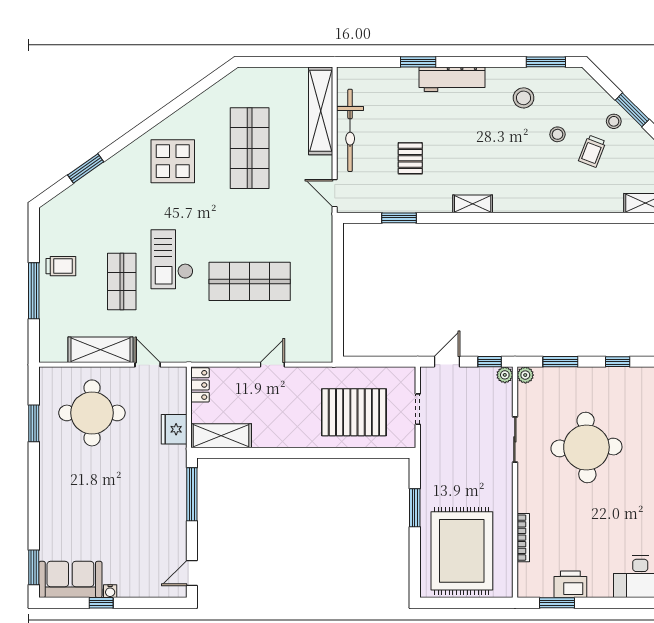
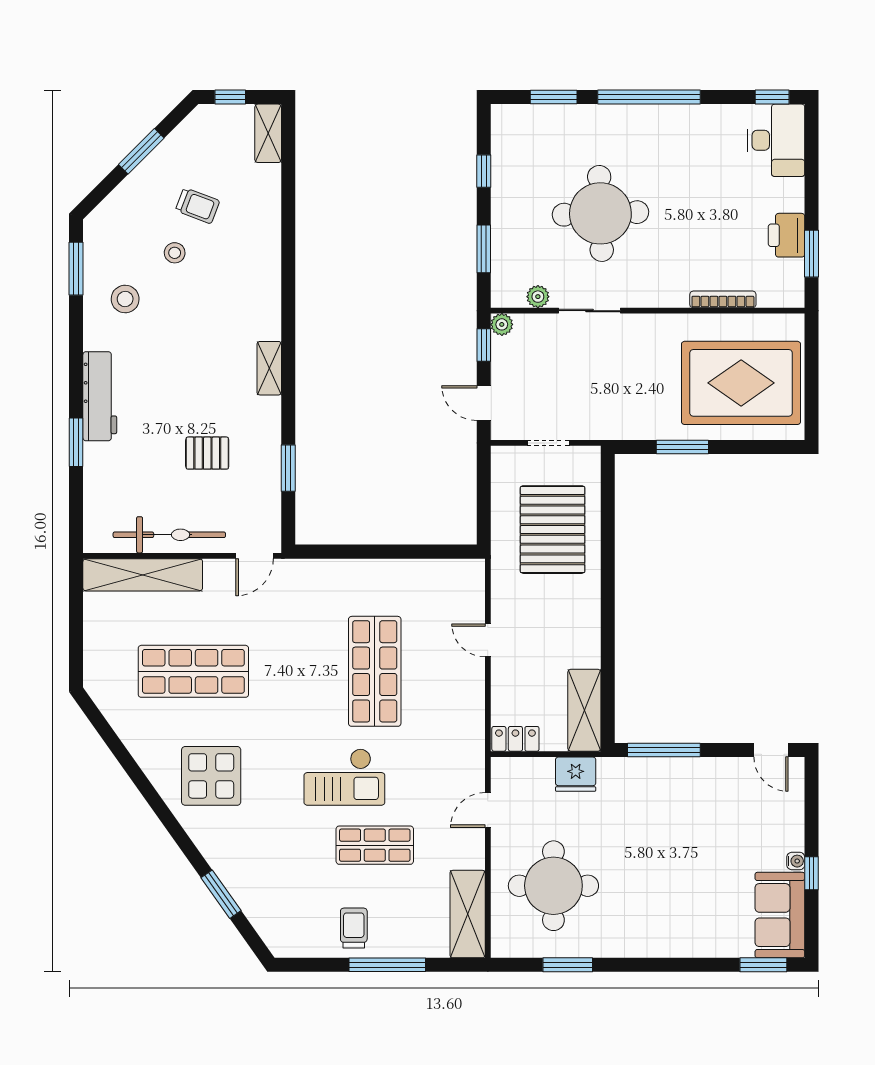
stool: (614, 121) -> (157, 176), removed
shelving: (101, 350) -> (468, 914), moved
plant: (525, 375) -> (538, 297), moved

